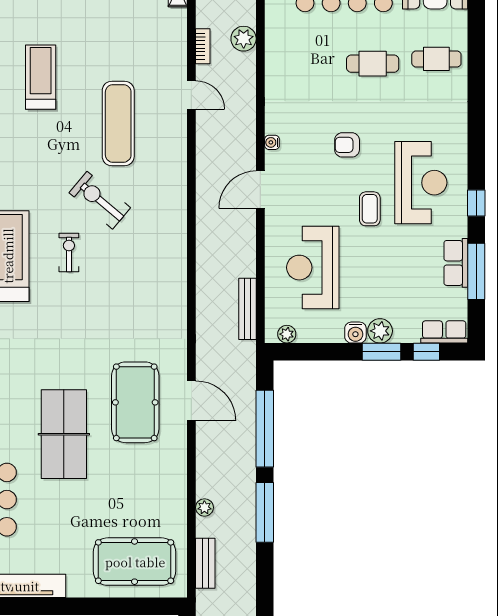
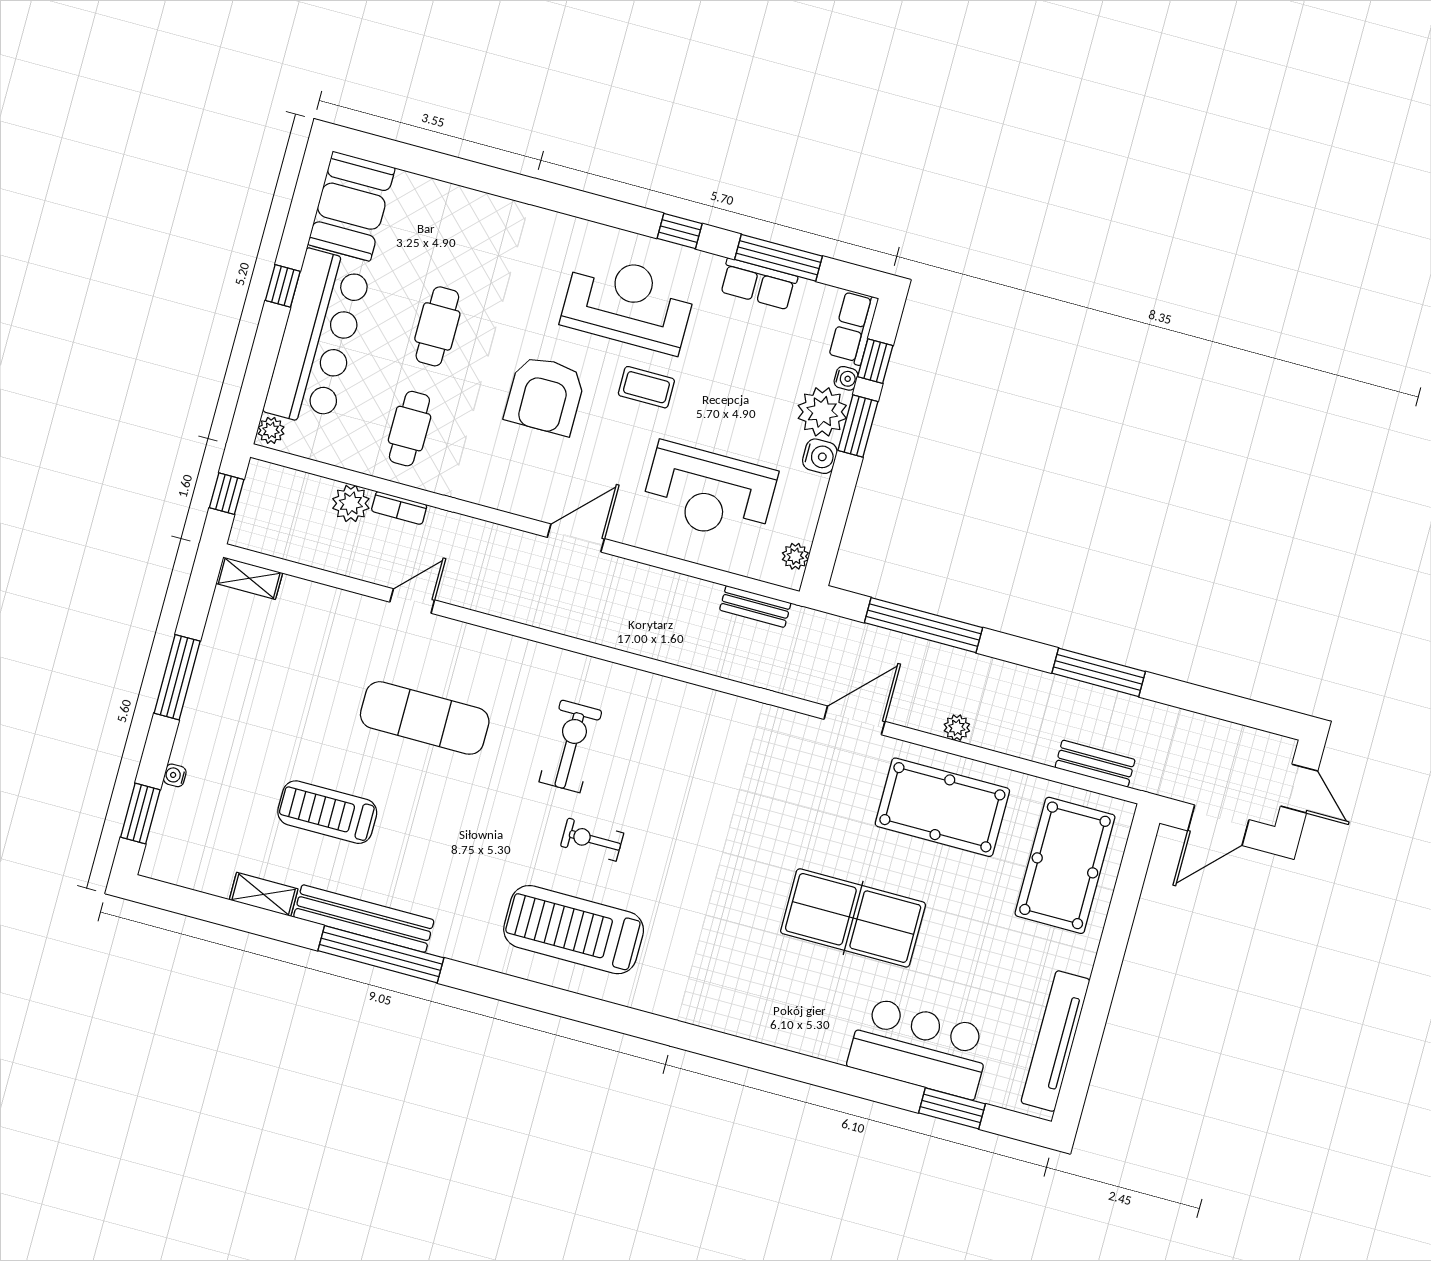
bookcase: (203, 46) -> (399, 508), moved, turned 180
cafe table: (436, 59) -> (409, 429), moved
water cooler: (272, 142) -> (846, 378), moved, turned -90
armchair: (347, 145) -> (545, 395), width x1.88, depth x1.88
door: (260, 190) -> (576, 538), swing flipped
exercise bike: (100, 200) -> (570, 746), moved, turned 140
bench: (247, 309) -> (755, 606), width x0.73
plant: (380, 331) -> (822, 412), width x1.36, depth x1.36
pool table: (135, 402) -> (942, 807), moved
plant: (204, 507) -> (957, 728), moved
window: (265, 512) -> (1099, 672), moved

